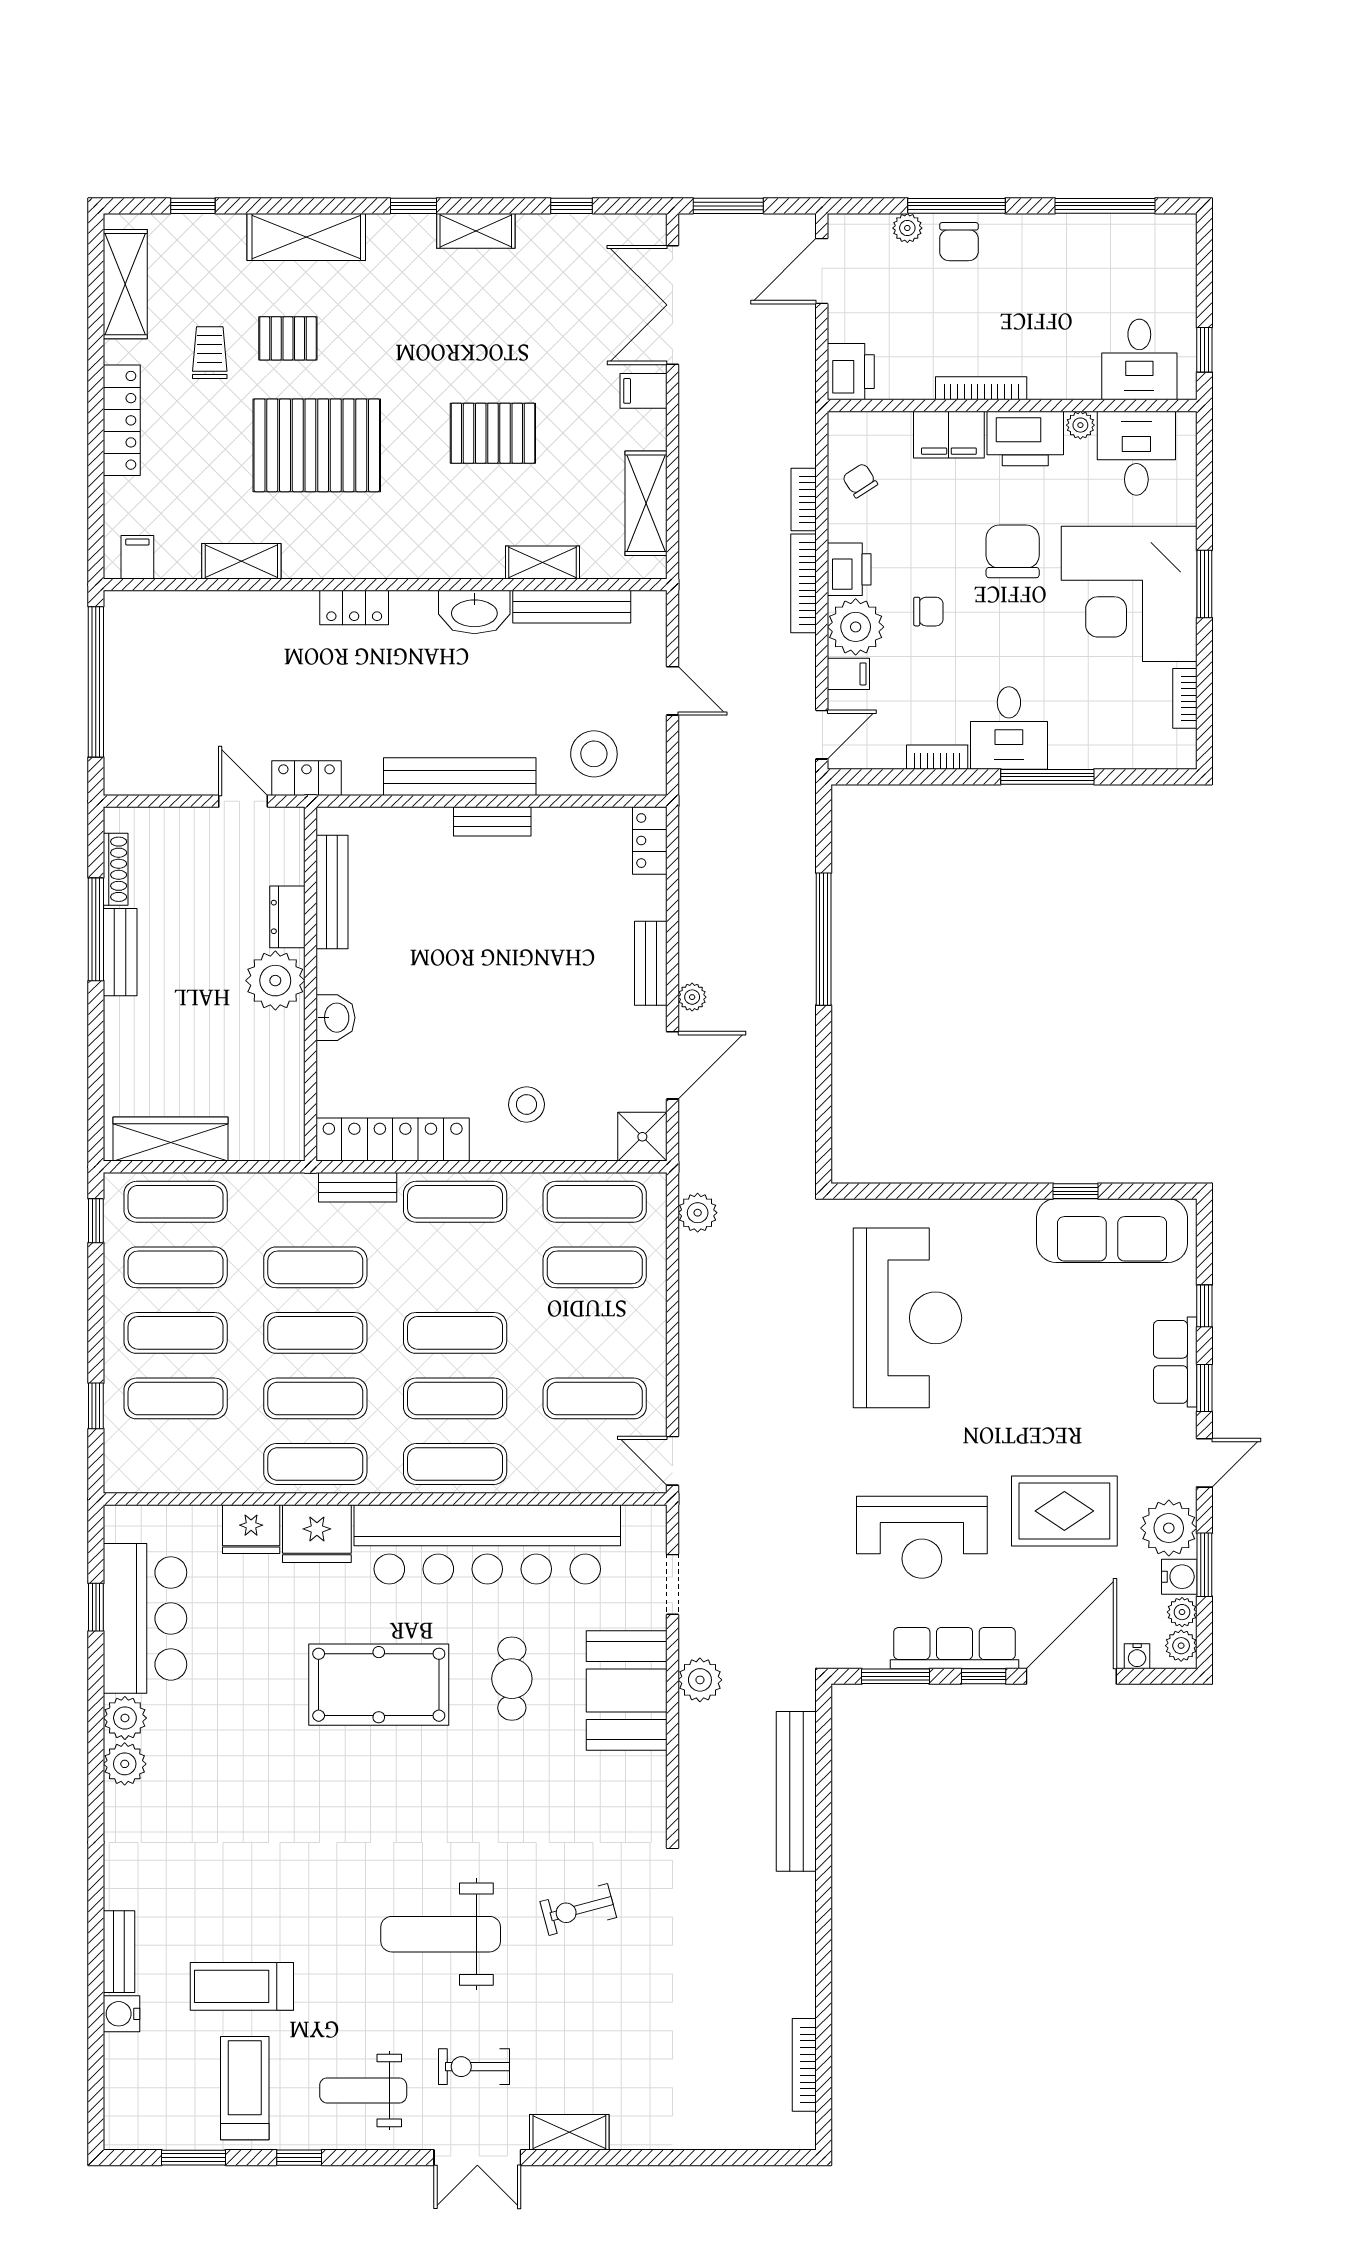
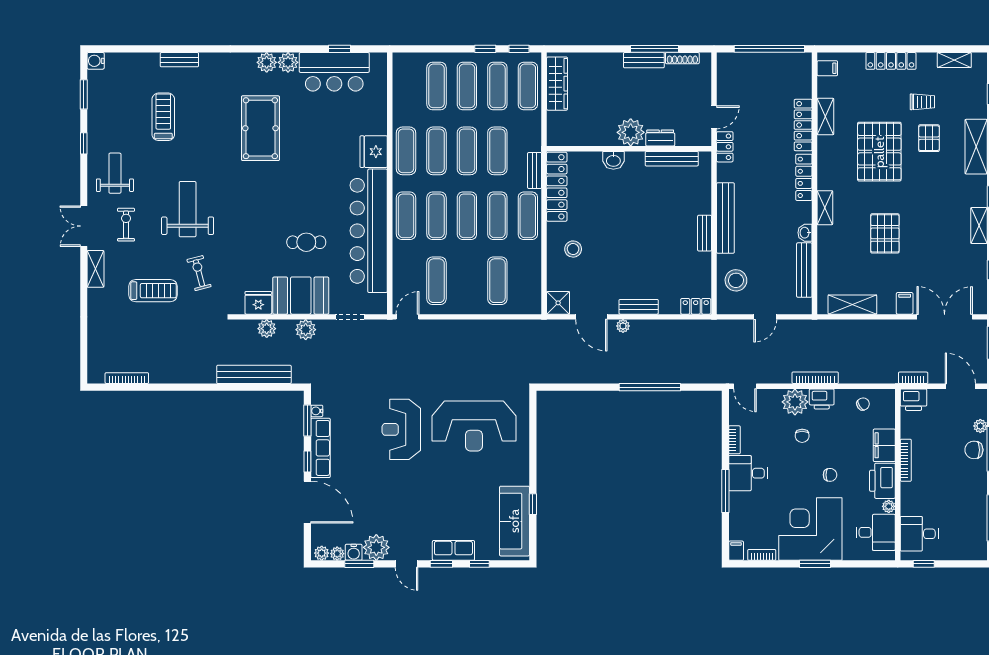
shelving: (125, 284) -> (954, 60), width x0.67, depth x0.75
bookcase: (804, 499) -> (913, 378), moved
chair: (1013, 551) -> (830, 475), width x0.54, depth x0.54
shelving: (543, 562) -> (825, 208), moved
locker: (354, 608) -> (804, 177), width x1.53
locker: (260, 609) -> (803, 125), added
washbasin: (474, 612) -> (805, 233), width x0.52, depth x0.69
filing cabinet: (848, 674) -> (736, 551), moved, turned 180
exercise mat: (595, 1202) -> (497, 216), moved
plant: (698, 1213) -> (267, 329), moved
window: (96, 1406) -> (485, 49), moved
rug: (1064, 1511) -> (384, 499), removed
fridge: (251, 1529) -> (258, 303), moved, turned 90
reception desk: (922, 1537) -> (401, 429), moved
water cooler: (1137, 1656) -> (317, 411), moved
pool table: (379, 1685) -> (260, 128), moved
water cooler: (121, 2014) -> (96, 61), moved, turned -90
treadmill: (245, 2088) -> (153, 291), moved

